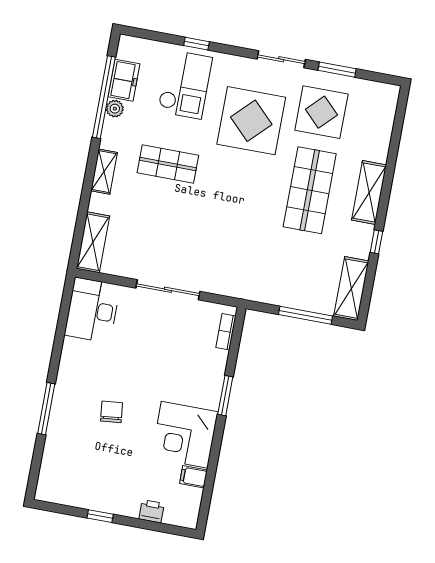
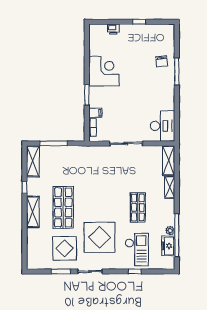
checkout: (185, 84) -> (137, 250), turned 180
shop shelf: (168, 164) -> (138, 207), turned 90
shelving: (104, 172) -> (170, 187), moved
chair: (112, 412) -> (162, 61), moved
filing cabinet: (193, 477) -> (95, 113), moved

